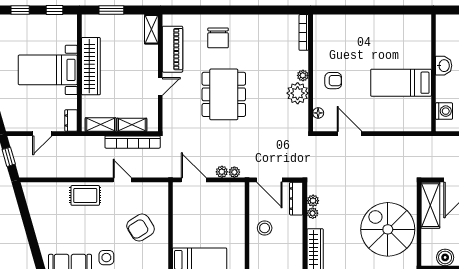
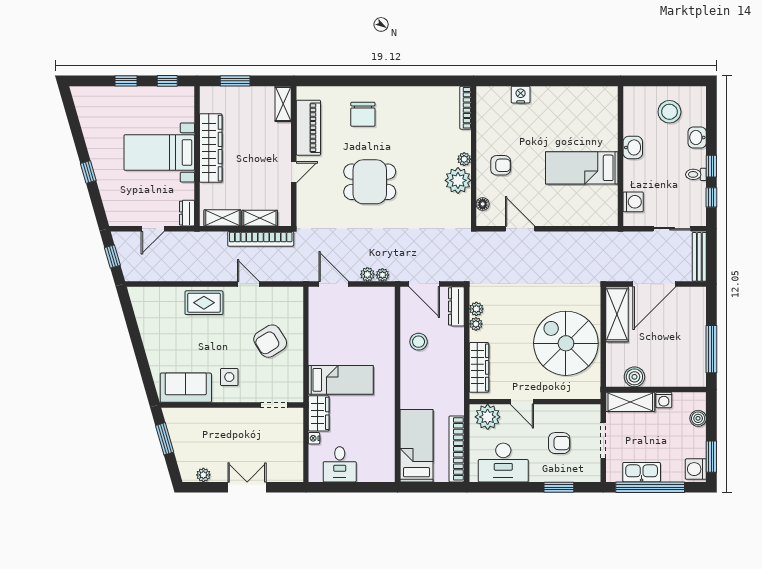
nightstand: (350, 21) -> (521, 95), added
dining table: (224, 94) -> (370, 182), width x0.73

